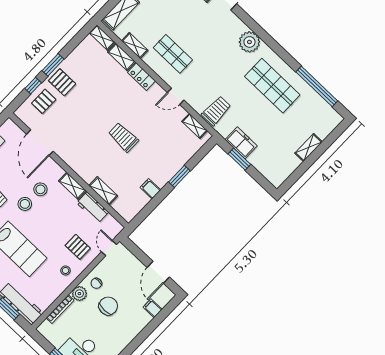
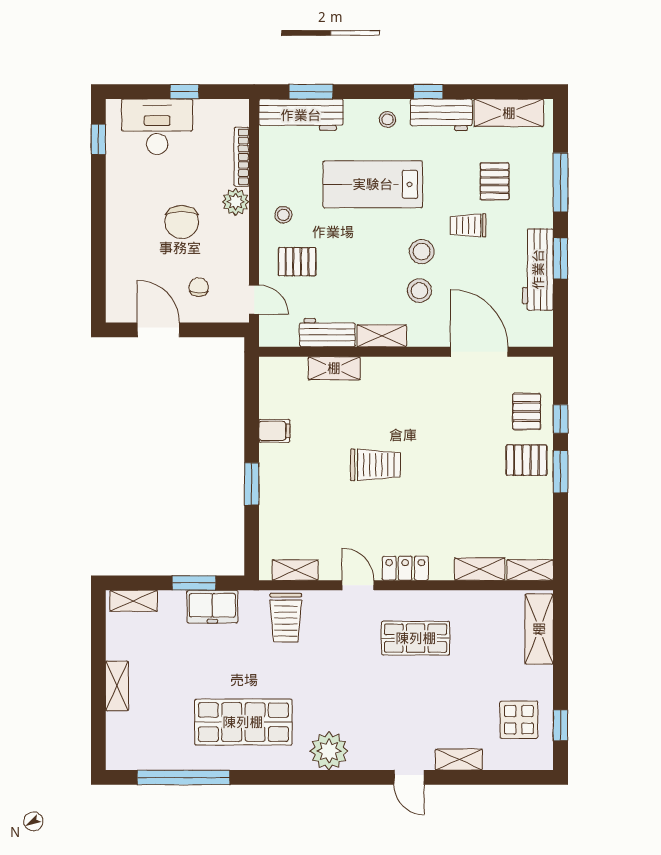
shelving: (135, 46) -> (134, 601), moved
locker: (141, 77) -> (405, 568), moved
door: (176, 96) -> (358, 585), hinge flipped
chair: (96, 283) -> (199, 287), moved
filing cabinet: (153, 308) -> (120, 275), removed

